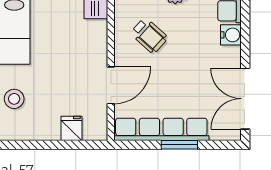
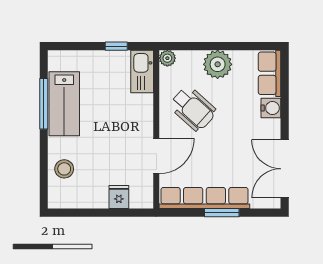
wheelchair: (149, 36) -> (193, 109), width x1.36, depth x1.37

